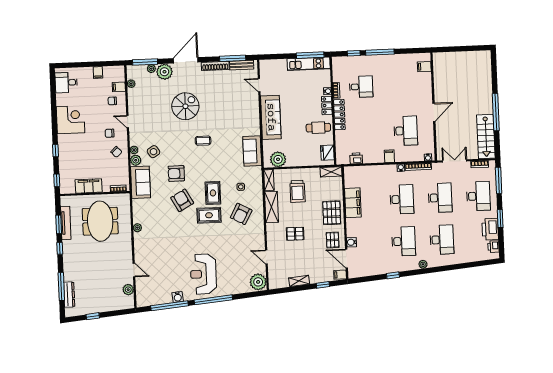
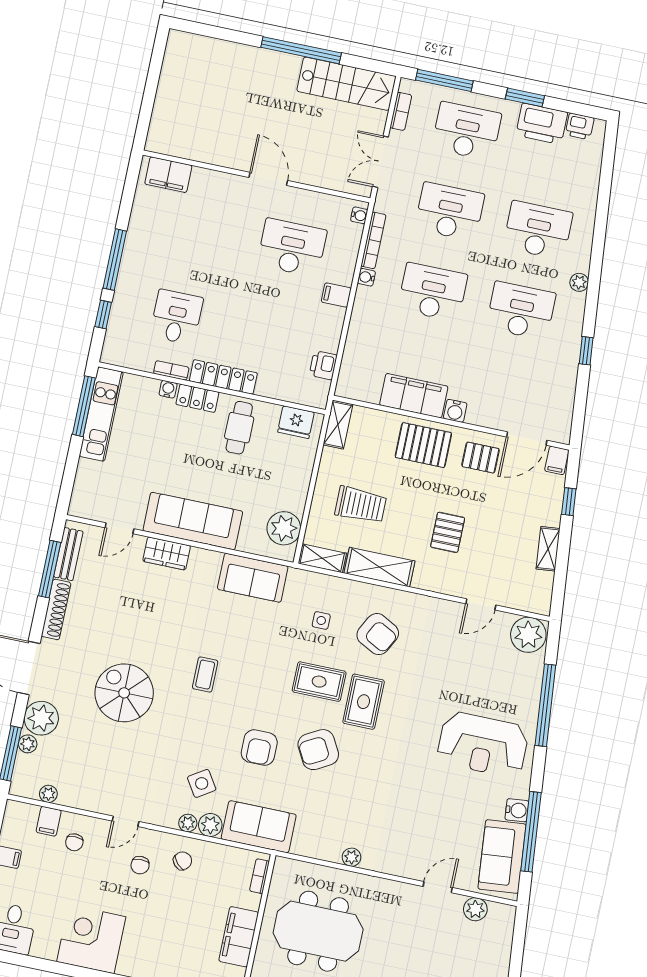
filing cabinet: (424, 67) -> (168, 175), width x2.00
wardrobe: (253, 109) -> (167, 553), added
water cooler: (352, 242) -> (455, 411), moved
sofa: (155, 296) -> (502, 857), added
window: (213, 300) -> (545, 705), moved

